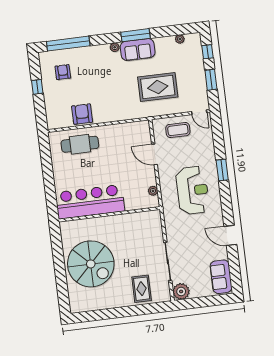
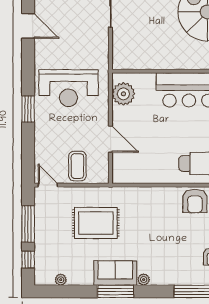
window: (211, 80) -> (28, 224), width x1.44
coffee table: (178, 130) -> (77, 166), turned 90
reception desk: (192, 190) -> (69, 88), turned -90
plant: (153, 191) -> (123, 94), width x1.88, depth x1.88

